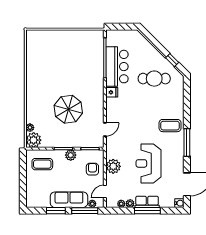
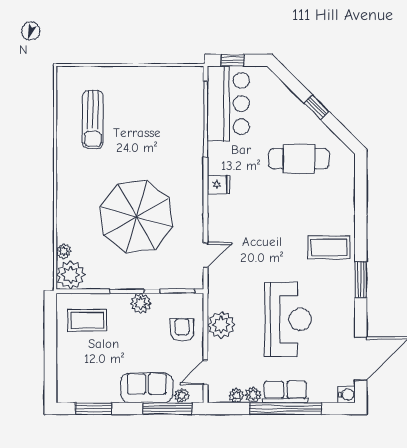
window: (119, 27) -> (232, 60), added
sun lounger: (45, 58) -> (93, 119), added
window: (172, 60) -> (317, 107), moved
bar counter: (117, 67) -> (228, 104), moved
parasol: (68, 109) -> (136, 217), width x1.36, depth x1.36
window: (187, 142) -> (361, 280), width x0.69
reception desk: (148, 163) -> (288, 319), turned 180
sofa: (69, 200) -> (147, 388), width x0.73
window: (56, 211) -> (93, 409), moved
window: (147, 211) -> (286, 409), width x1.46

